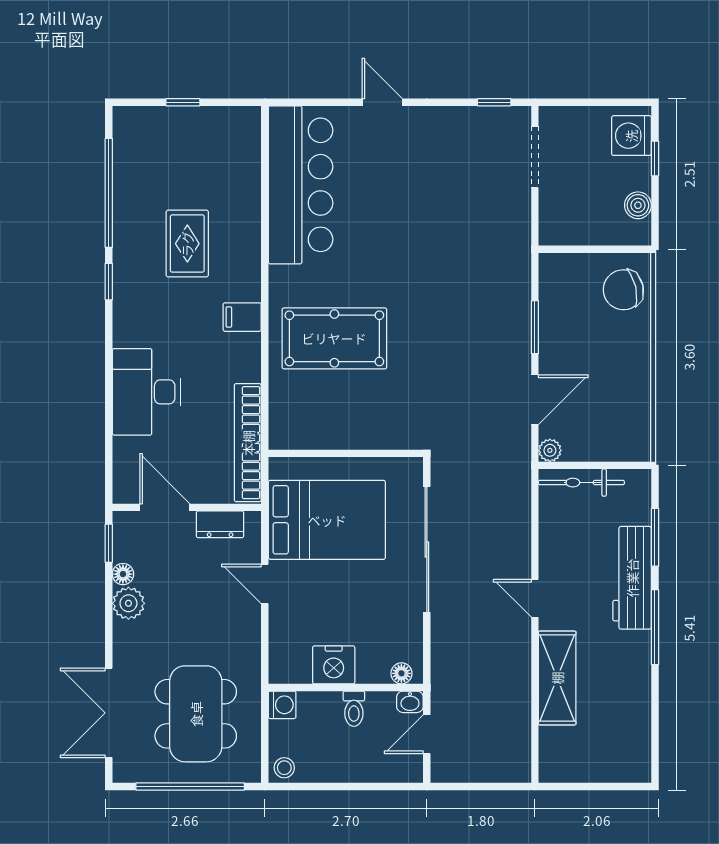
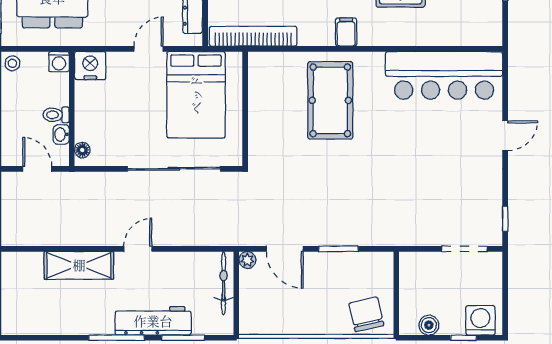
nightstand: (334, 665) -> (90, 66), moved, turned 90
washbasin: (410, 702) -> (61, 134), moved

